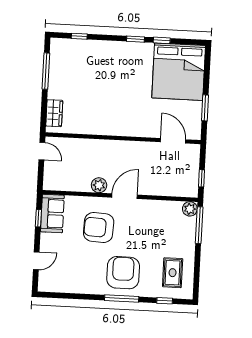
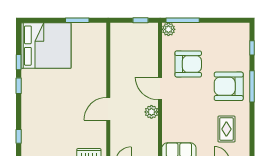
door: (173, 141) -> (108, 109), moved
armchair: (99, 227) -> (188, 64), moved, turned -93
rug: (173, 273) -> (226, 129), moved, turned 90

